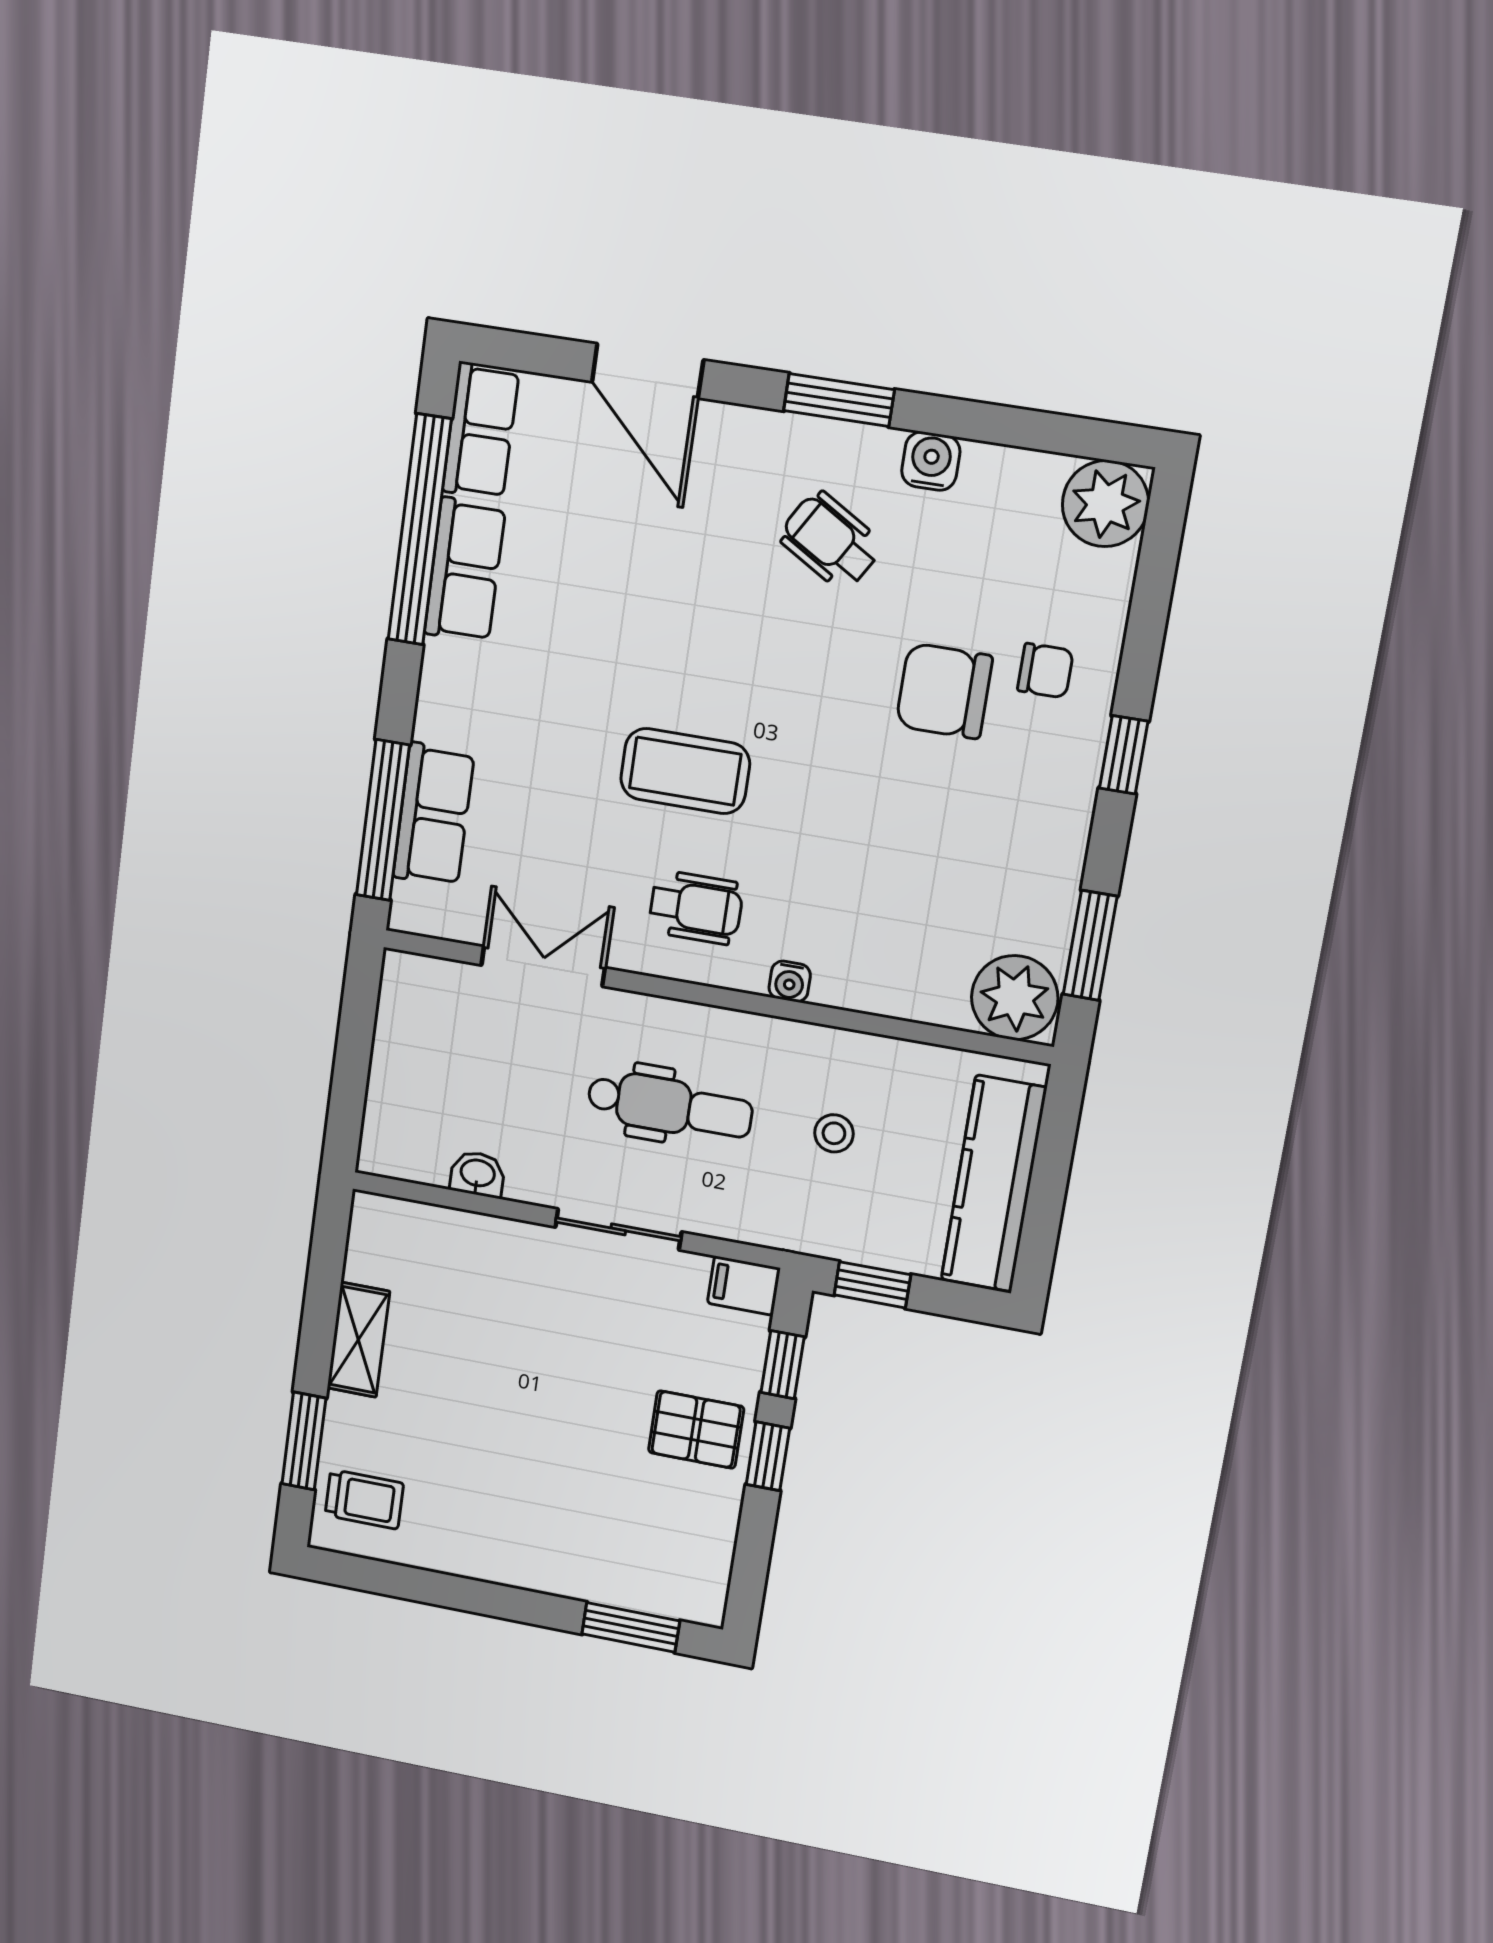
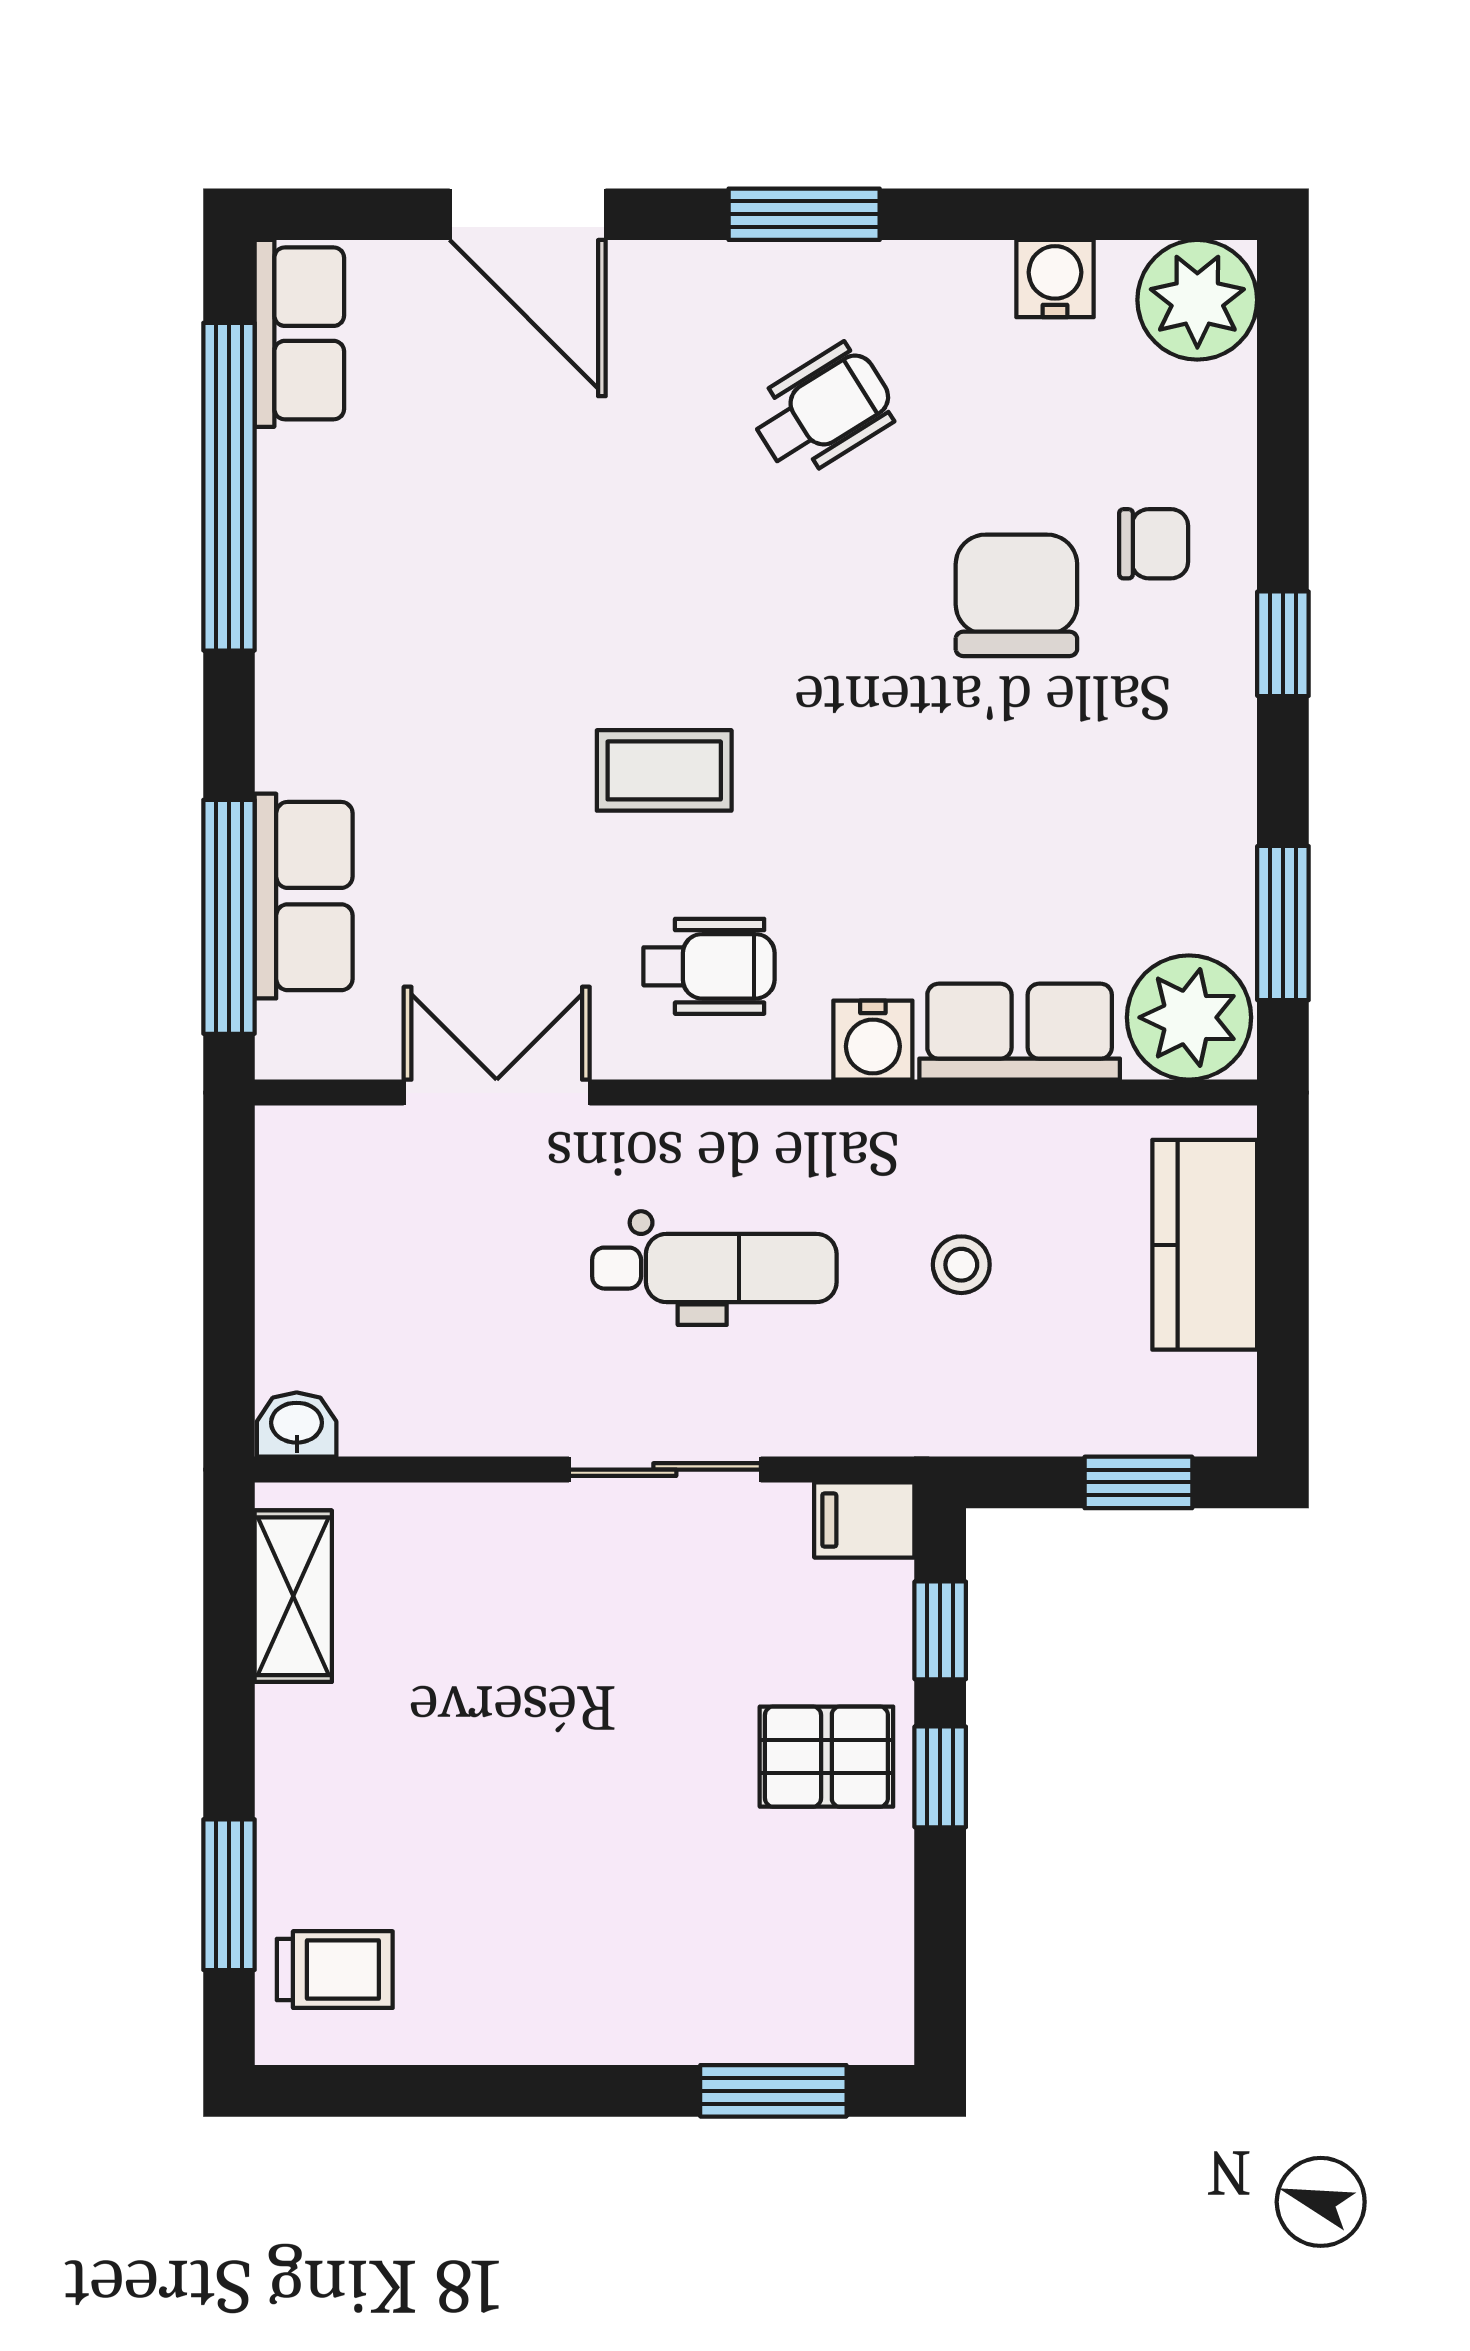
water cooler: (931, 461) -> (1055, 279), moved
wheelchair: (831, 541) -> (823, 410), turned 117
row of seats: (465, 570) -> (1020, 1032), moved, turned -90
chair: (944, 691) -> (1016, 595), turned 90
coffee table: (685, 771) -> (664, 770), width x0.73, depth x0.77
water cooler: (790, 981) -> (873, 1040), width x1.38, depth x1.38
washbasin: (478, 1174) -> (297, 1425), moved
kitchen counter: (994, 1184) -> (1205, 1245), width x0.67
window: (872, 1285) -> (1138, 1482), moved
shelving: (358, 1340) -> (293, 1596), moved

